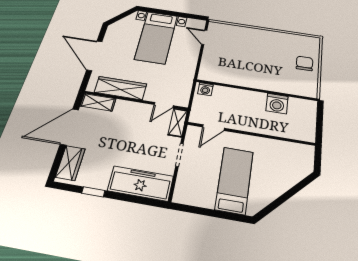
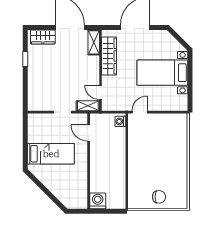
door: (204, 37) -> (140, 112), moved
washing machine: (277, 104) -> (98, 201), moved, turned 90
freezer: (141, 183) -> (37, 89), removed

